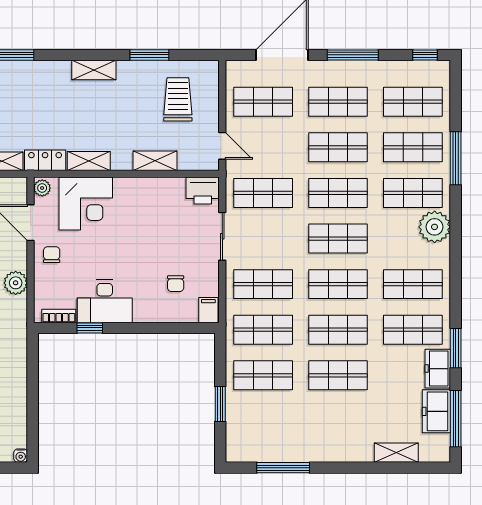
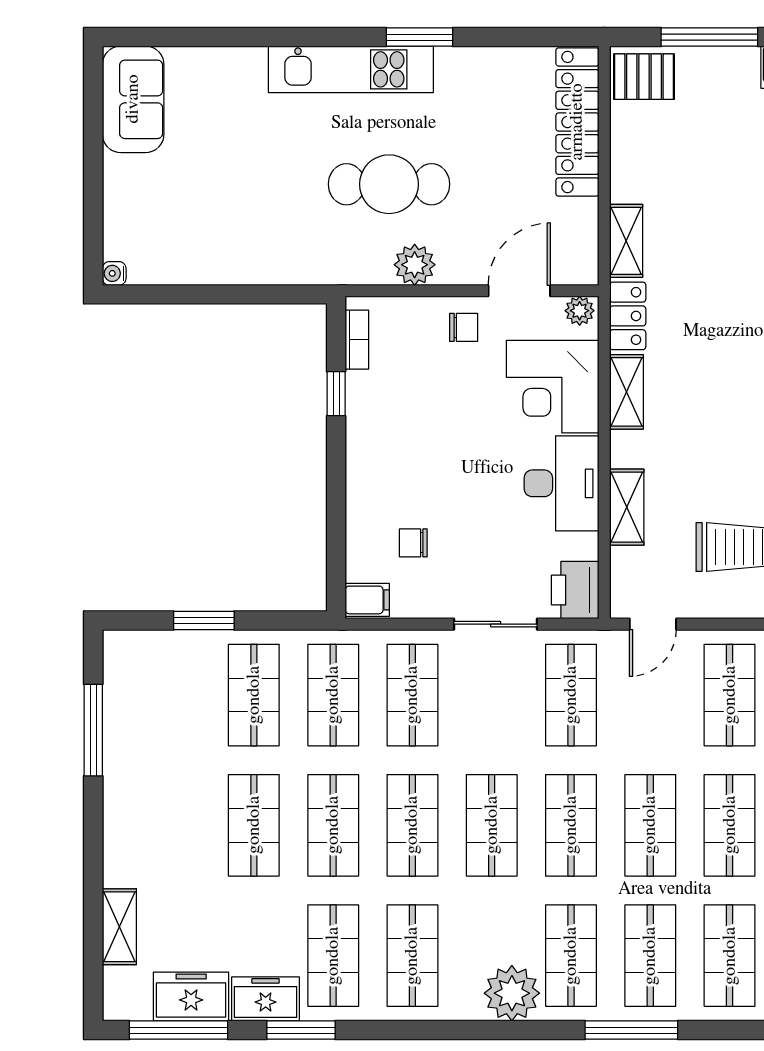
desk: (105, 301) -> (561, 483), moved, turned 180

